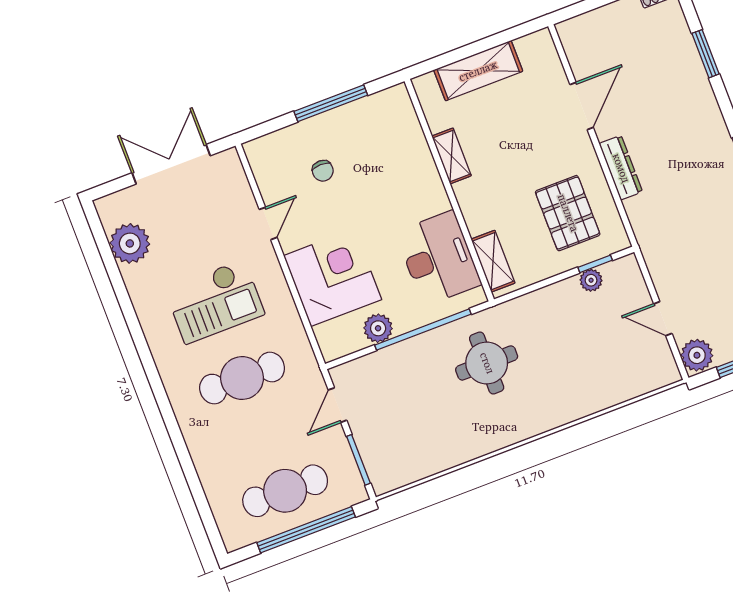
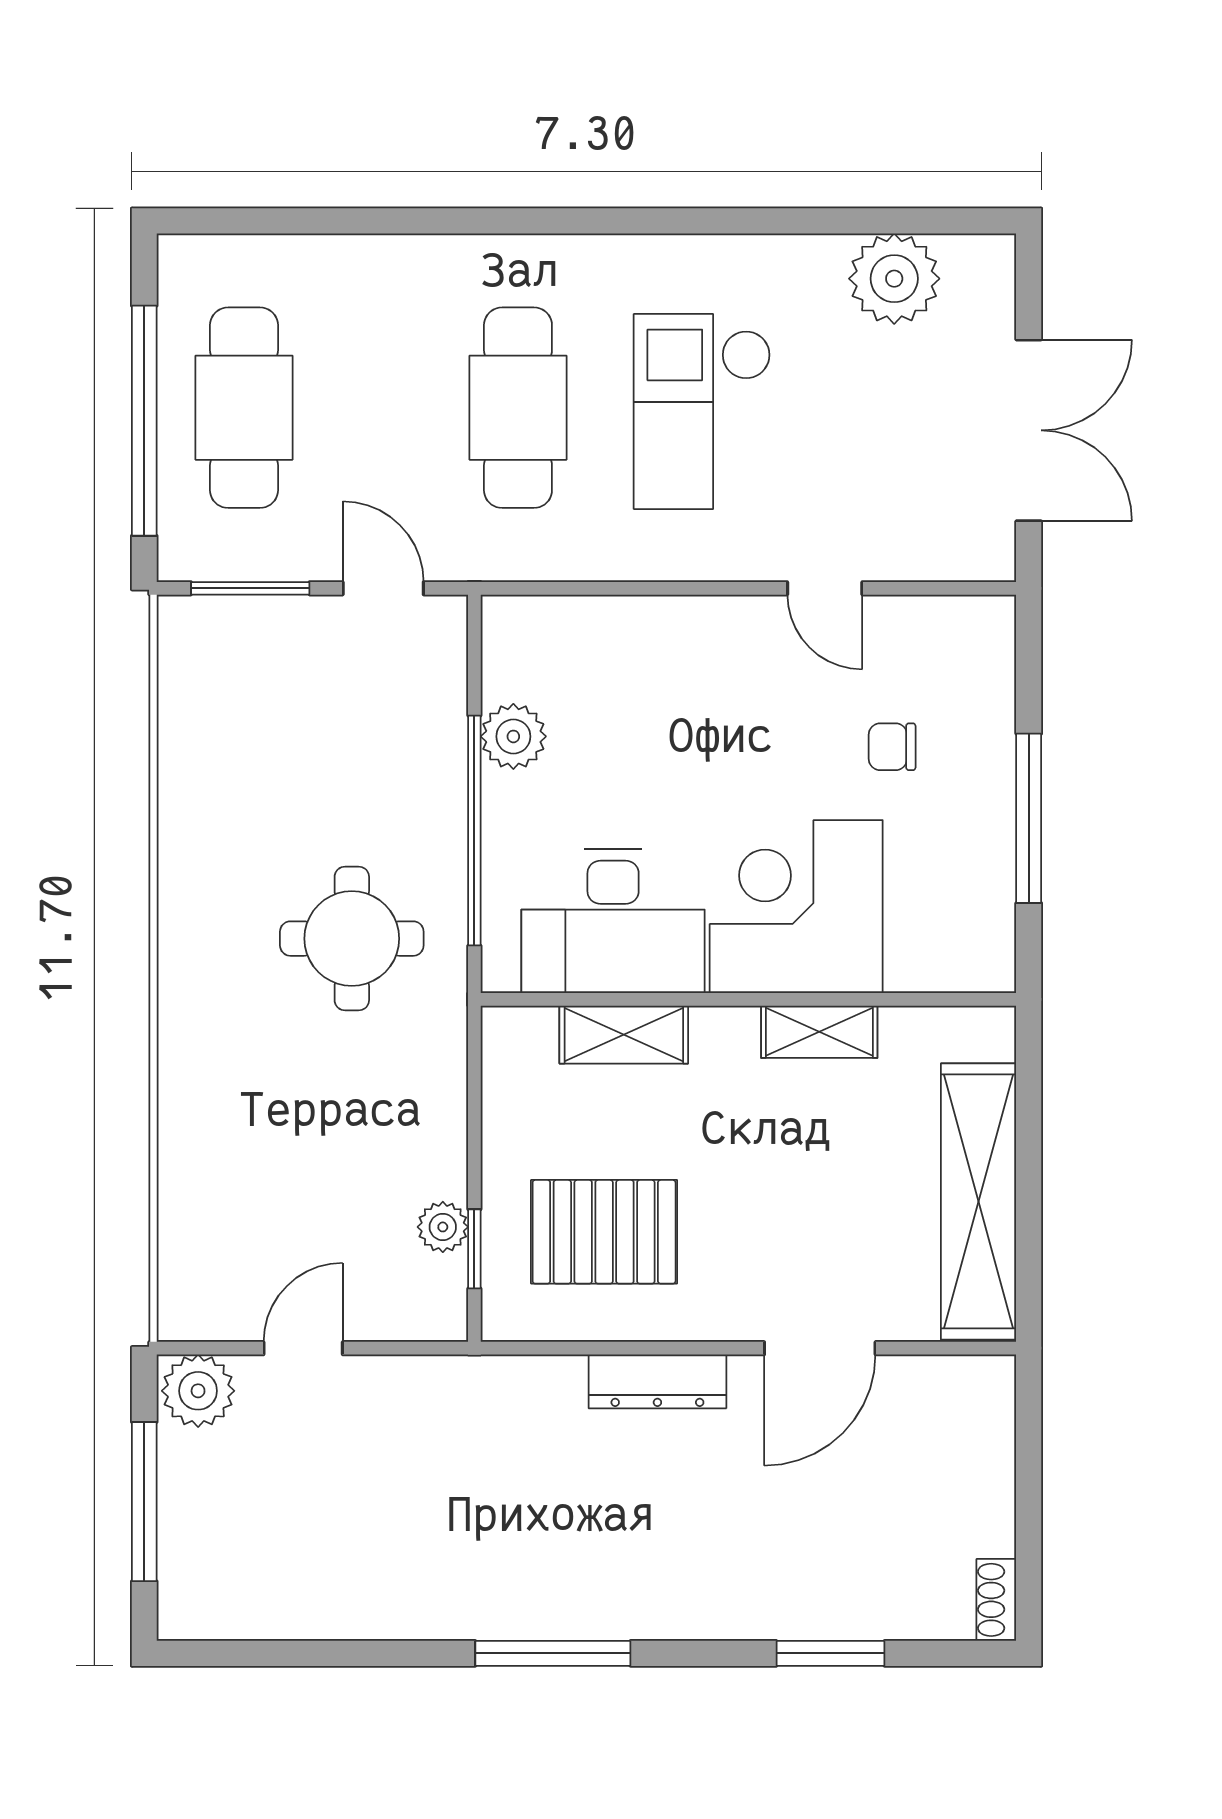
shelving: (478, 71) -> (979, 1201), width x1.47
door: (582, 106) -> (820, 1348), hinge flipped
shelving: (493, 261) -> (624, 1035), moved
corner desk: (333, 278) -> (796, 907), moved, turned 180

